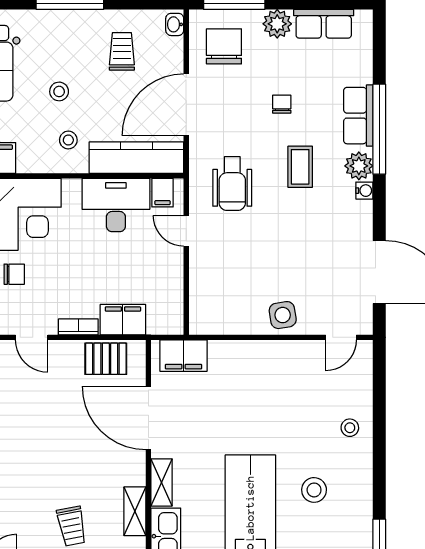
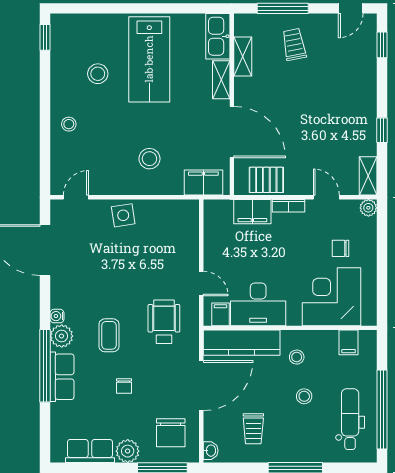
stool: (250, 385) -> (149, 159), added

